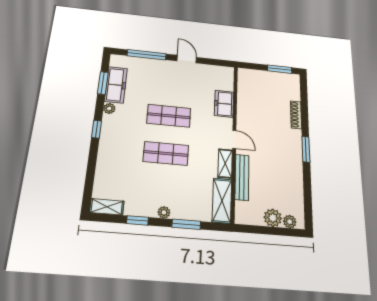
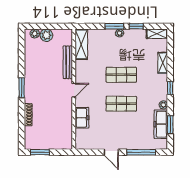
door: (234, 139) -> (74, 90), swing flipped
shelving: (225, 164) -> (163, 63), moved
window: (186, 224) -> (114, 26), moved

